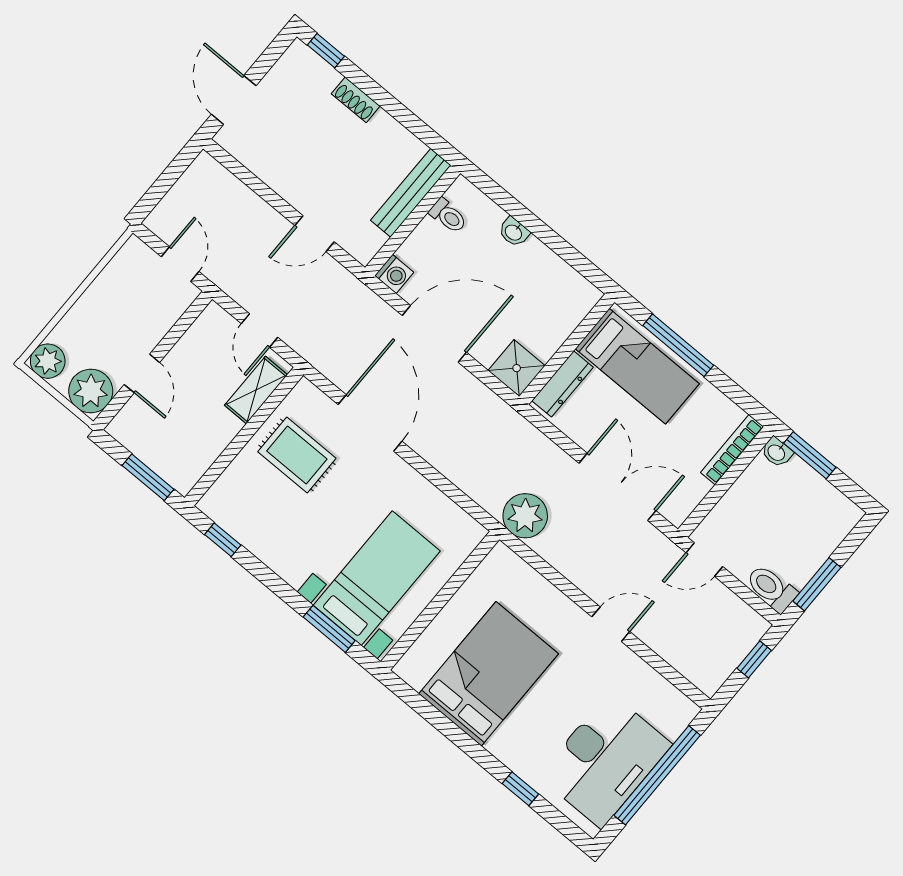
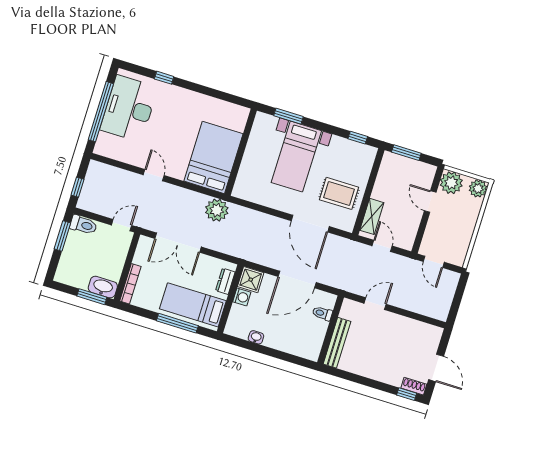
door: (234, 100) -> (436, 368), moved
shoe rack: (356, 100) -> (414, 386), moved
toilet: (448, 216) -> (322, 313), moved
washbasin: (514, 232) -> (256, 337), moved
washing machine: (394, 274) -> (242, 297), moved, turned 180
dresser: (563, 384) -> (225, 281), width x0.70
washbasin: (777, 452) -> (103, 287), width x1.91, depth x1.45
bed with nightstands: (377, 578) -> (296, 157), moved
door: (611, 624) -> (154, 175), swing flipped
bed: (489, 674) -> (213, 157), moved, turned 180

